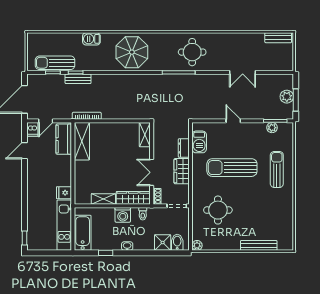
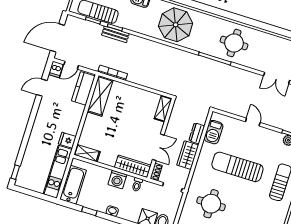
double door: (152, 172) -> (158, 147), swing flipped
shelving: (103, 199) -> (87, 153), moved

